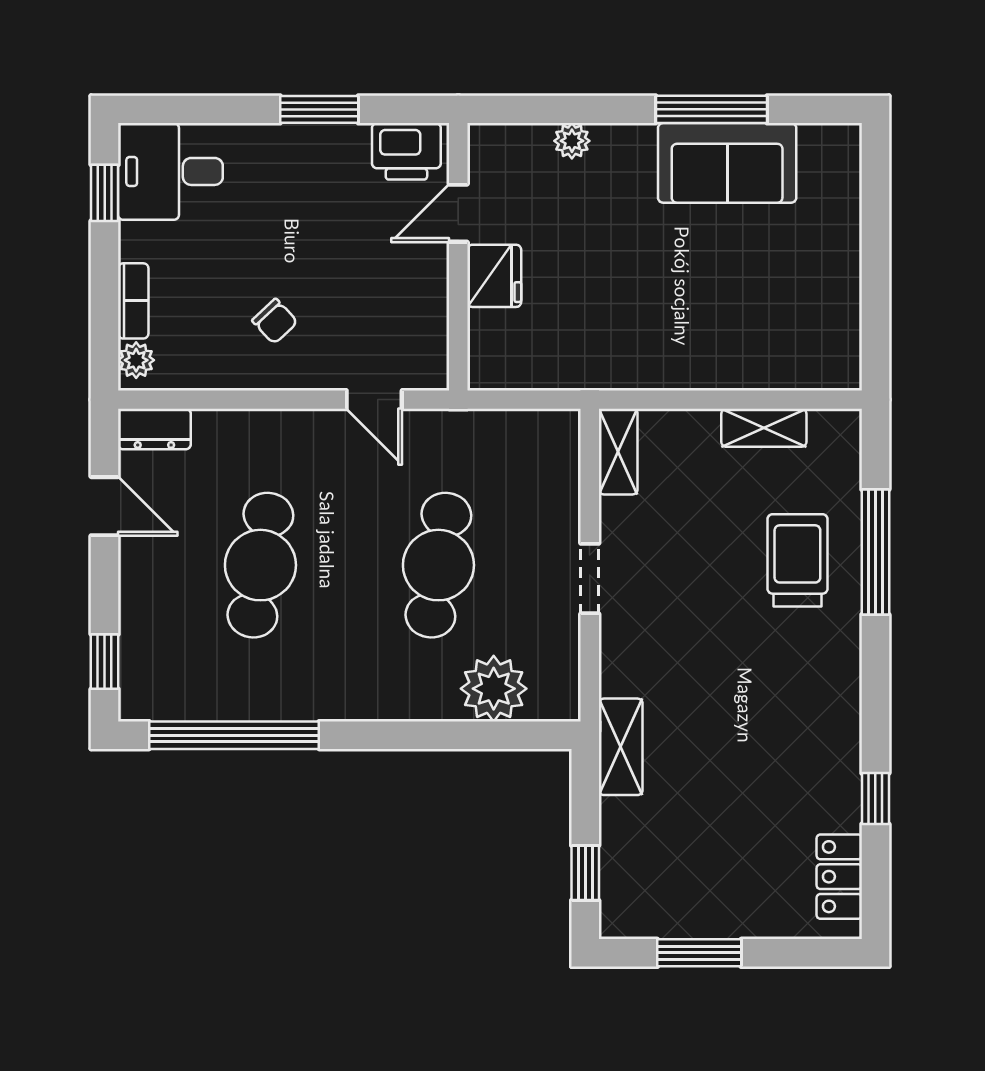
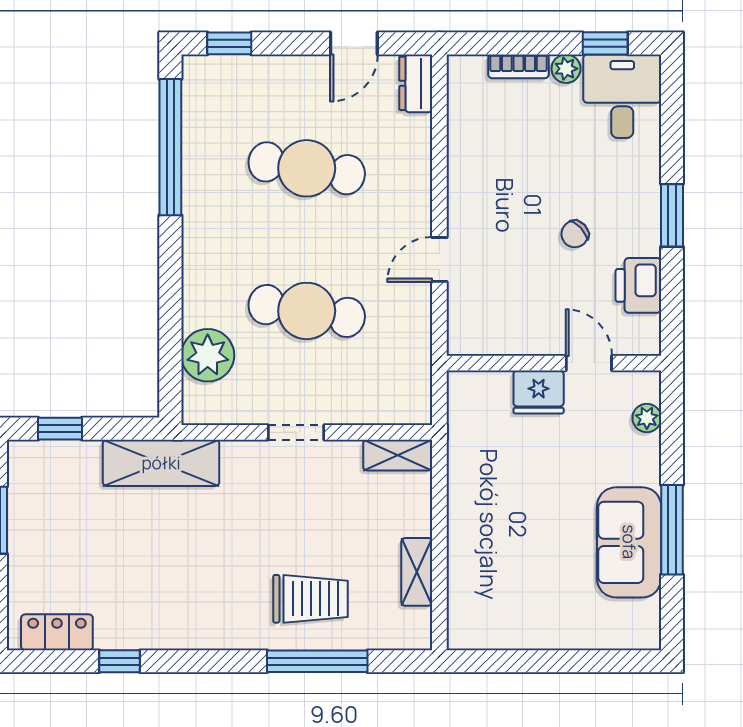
door: (458, 213) -> (589, 363), moved
wall: (458, 257) -> (554, 363), moved
fridge: (494, 276) -> (539, 392), moved
chair: (275, 321) -> (575, 234), moved
plant: (136, 360) -> (566, 69), moved
shelving: (621, 747) -> (161, 463), width x1.50, depth x1.33

